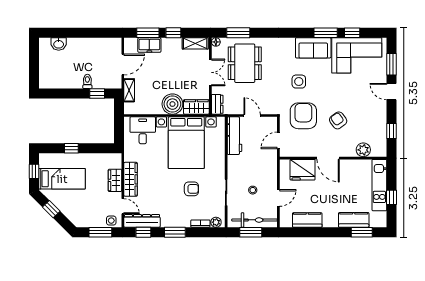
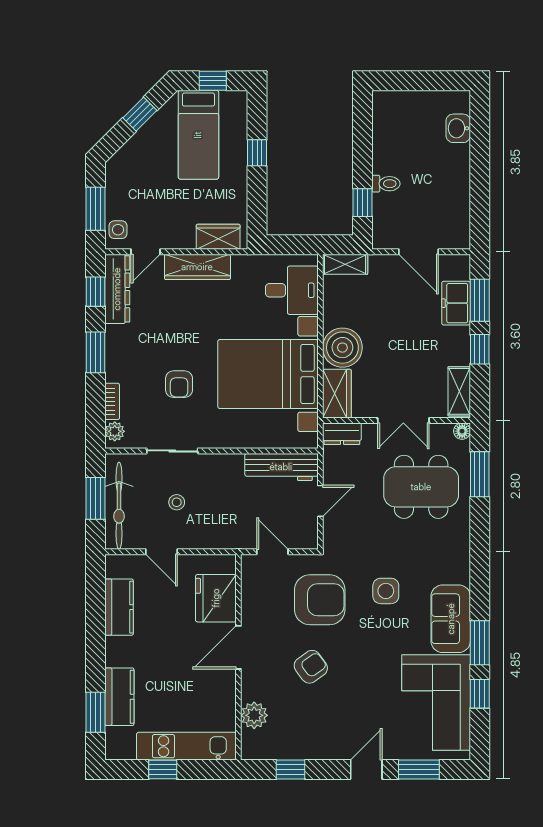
shelving: (129, 90) -> (345, 264), moved
wardrobe: (115, 180) -> (218, 237), moved

